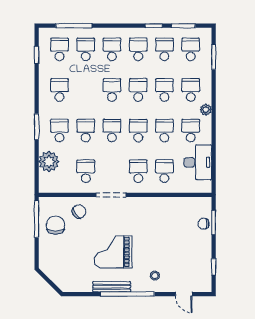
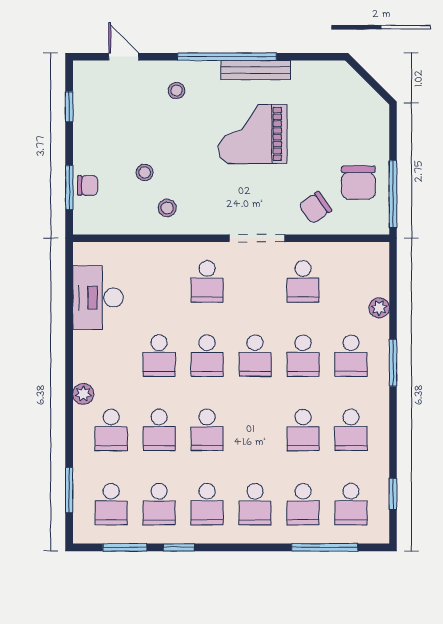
school desk: (112, 90) -> (303, 430), moved
school desk: (191, 131) -> (111, 356), removed
plant: (49, 162) -> (379, 308), width x0.53, depth x0.53
school desk: (164, 171) -> (159, 281), removed
stool: (160, 211) -> (167, 208), added
stool: (172, 231) -> (145, 172), added
grand piano: (113, 252) -> (253, 134), turned 180

